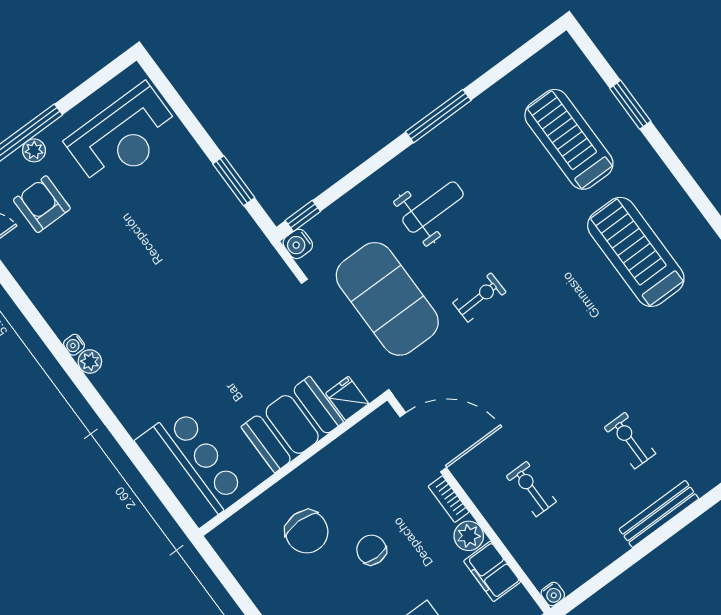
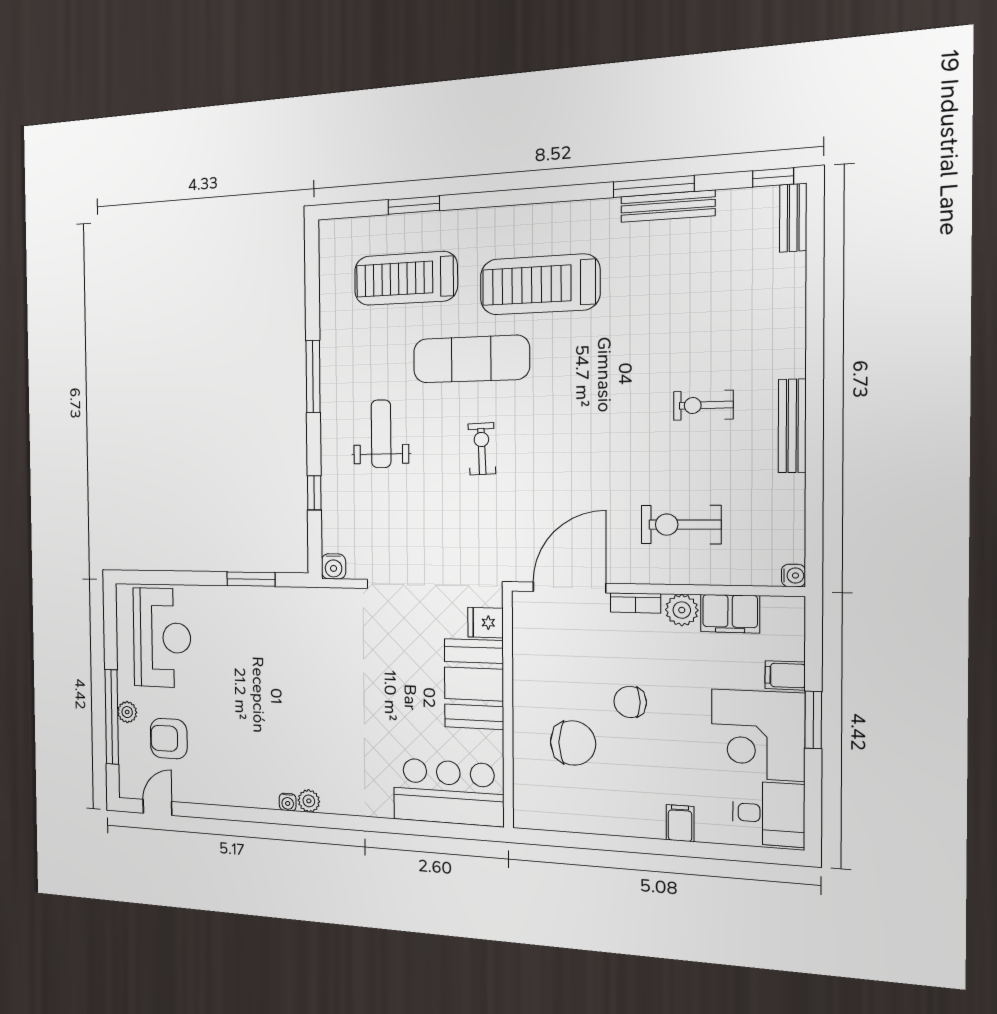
window: (303, 216) -> (314, 493), moved
exercise mat: (387, 299) -> (471, 359), moved, width x0.68
exercise bike: (531, 489) -> (681, 525), width x1.38, depth x1.39

